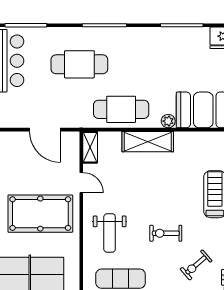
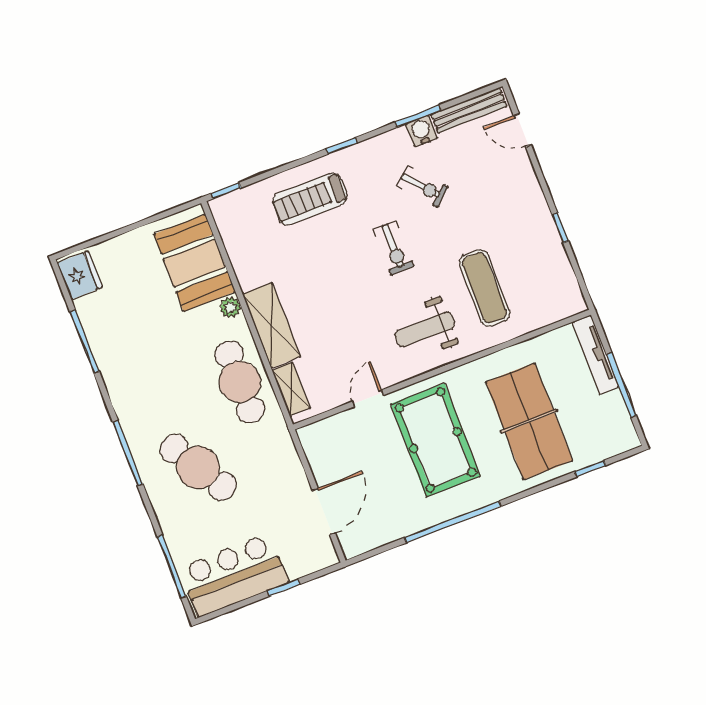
cafe table: (79, 64) -> (198, 467), turned -31
door: (45, 130) -> (324, 512), moved
shelving: (90, 147) -> (291, 389), moved, turned 90
weight bench: (110, 233) -> (425, 329), turned 180

